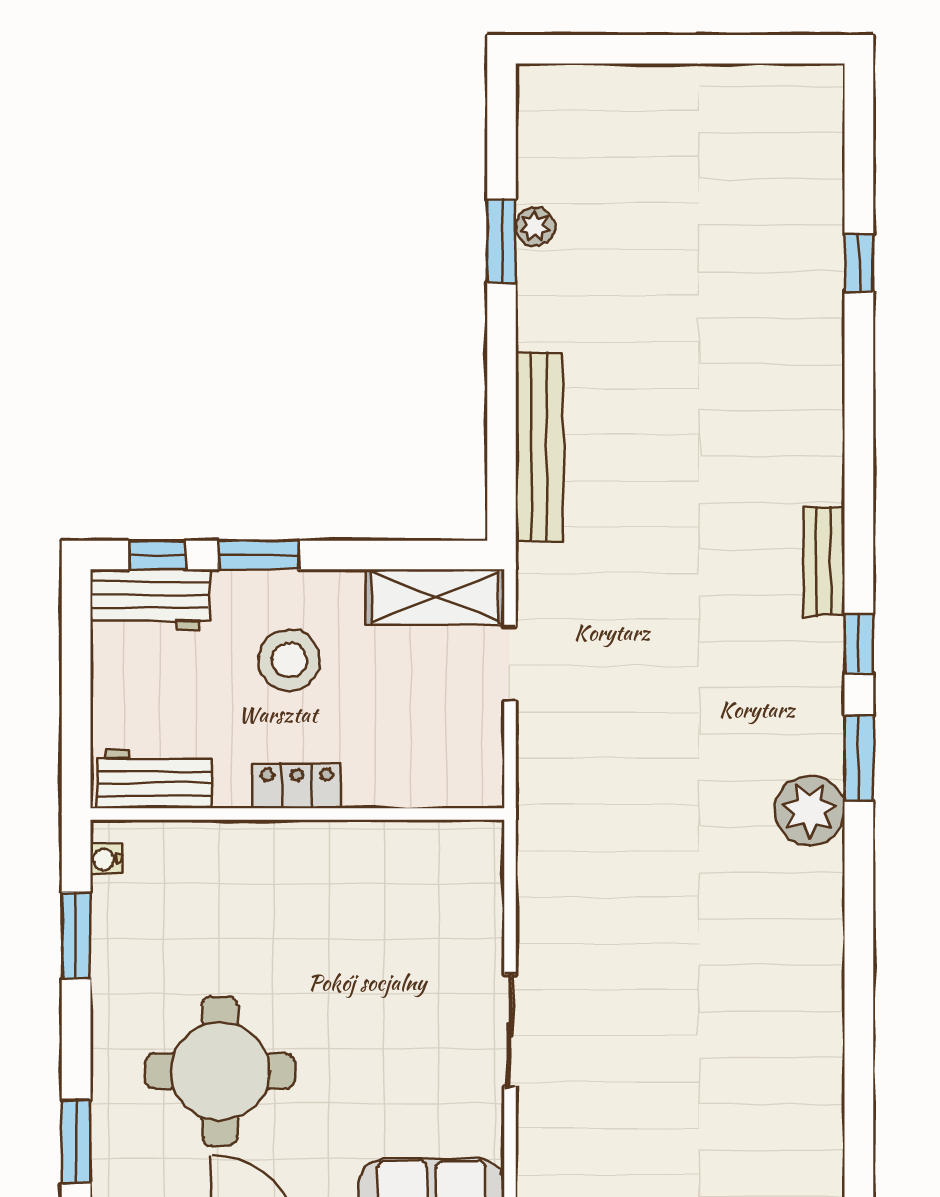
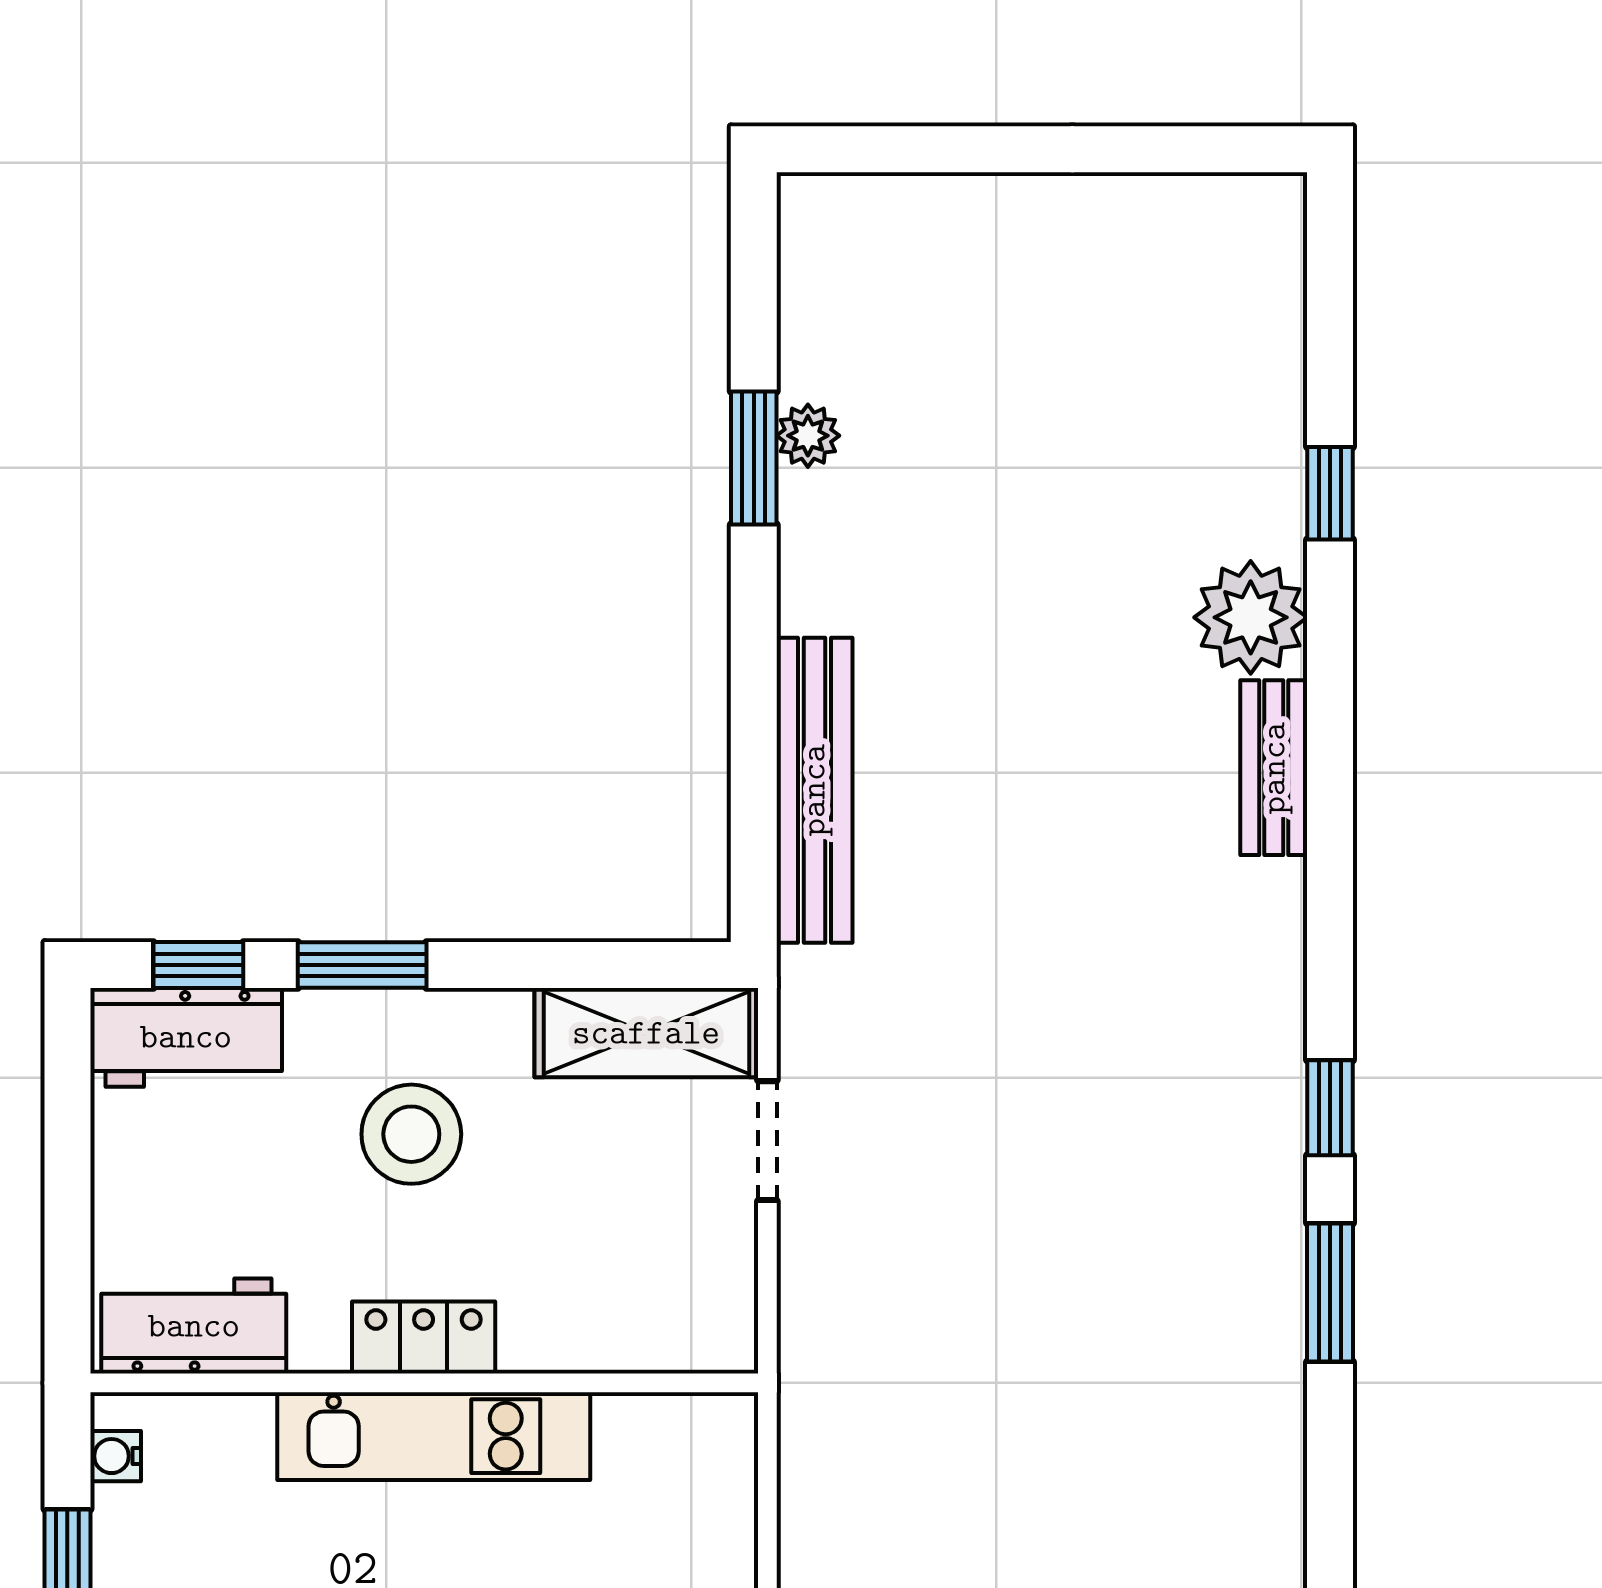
bench: (824, 561) -> (1274, 768), moved
plant: (810, 810) -> (1251, 617), moved
kitchen unit: (303, 847) -> (434, 1436), added

